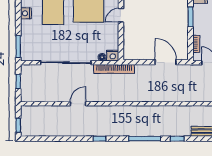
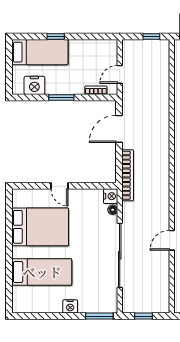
nightstand: (26, 13) -> (70, 306), moved
bookcase: (114, 69) -> (128, 175), moved
door: (78, 104) -> (172, 240), hinge flipped

